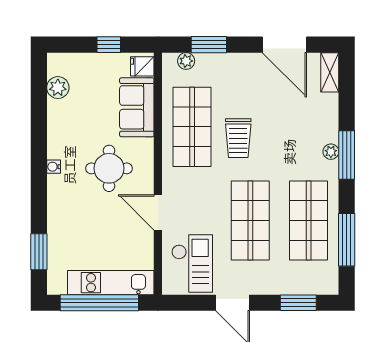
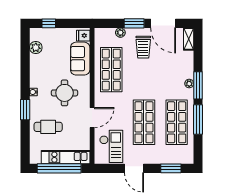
window: (109, 45) -> (49, 23), moved
window: (209, 45) -> (134, 23), moved
plant: (186, 61) -> (120, 33), moved
trolley: (238, 138) -> (143, 47), moved
door: (158, 212) -> (92, 118), swing flipped
cafe table: (80, 229) -> (48, 127), added
window: (347, 240) -> (198, 120), moved
window: (39, 252) -> (25, 110), moved

